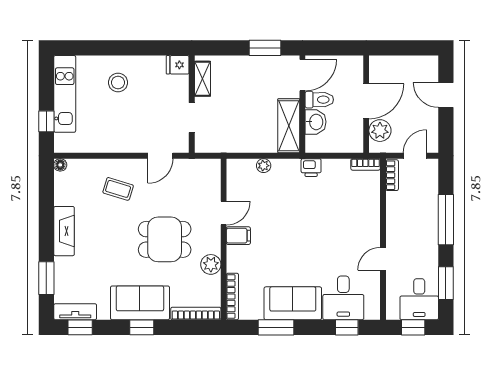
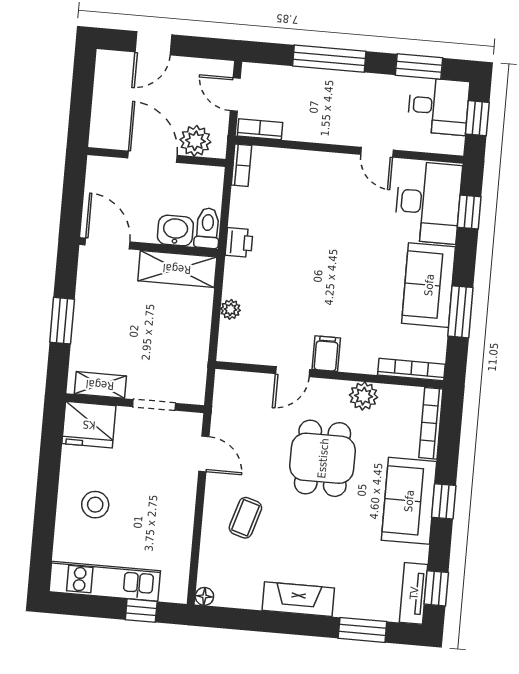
window: (265, 48) -> (62, 321), moved
fridge: (178, 65) -> (89, 425), width x1.88, depth x1.34
toilet: (319, 100) -> (207, 228), moved
door: (224, 213) -> (293, 372), swing flipped
desk: (343, 298) -> (428, 202), width x1.37

